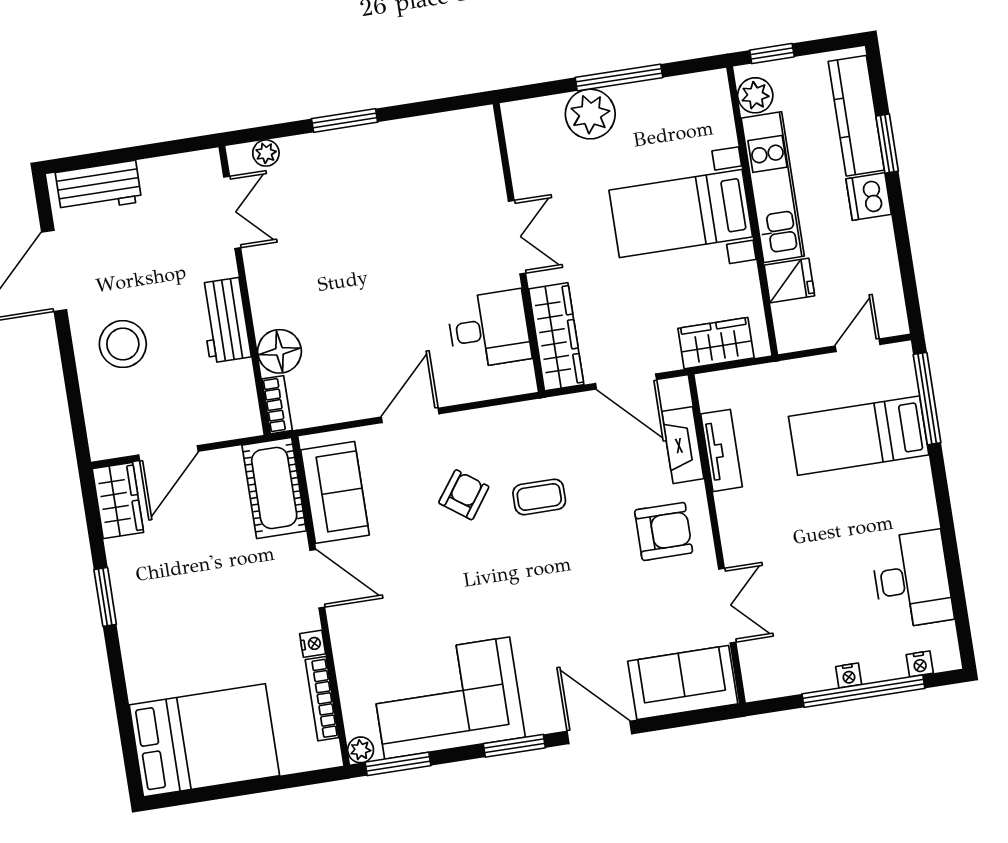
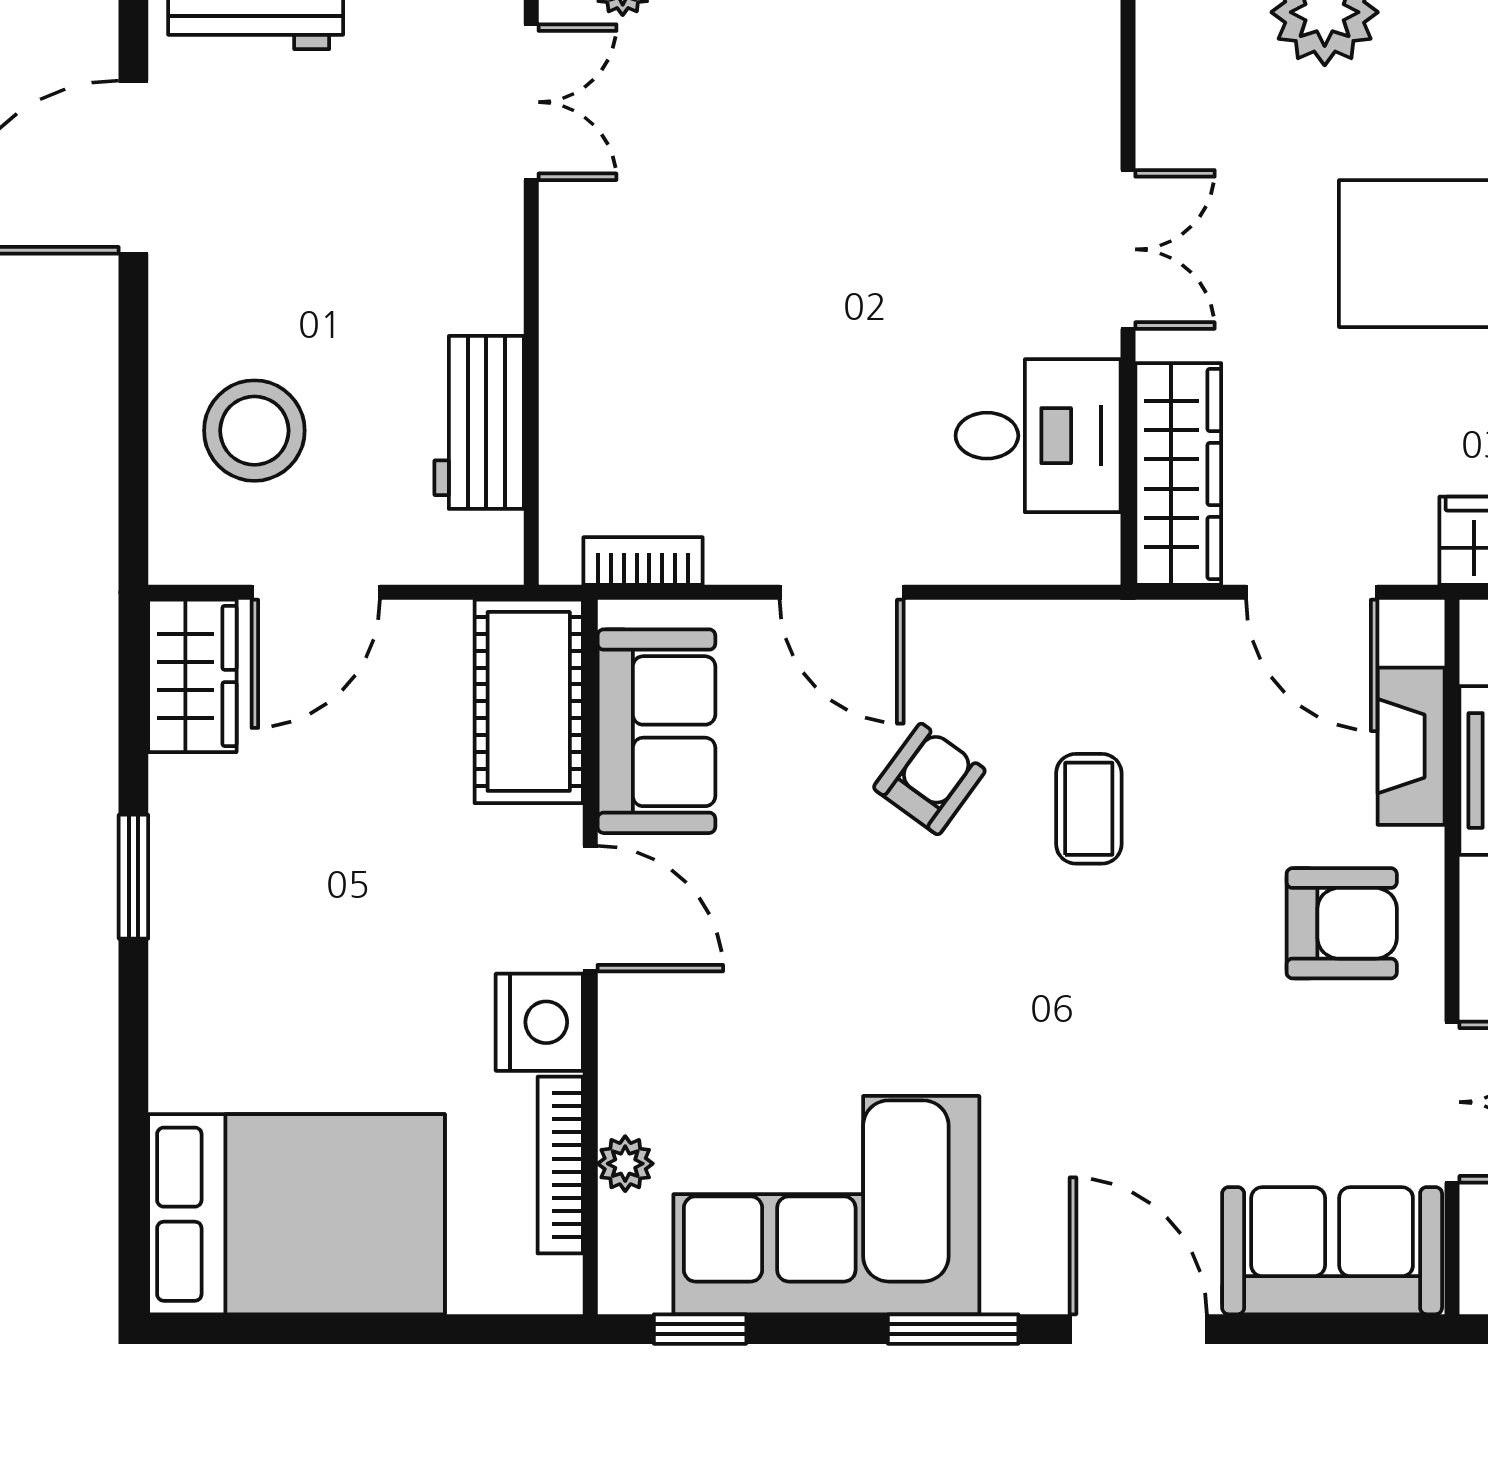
workbench: (225, 320) -> (479, 422), moved
stool: (123, 344) -> (254, 431), moved
floor lamp: (279, 351) -> (585, 413), removed
bookcase: (277, 405) -> (643, 561), moved, turned -90
door: (410, 415) -> (842, 592), swing flipped
coffee table: (539, 497) -> (1089, 809), turned 90
nightstand: (313, 644) -> (539, 1022), width x1.89, depth x1.79
plant: (361, 750) -> (625, 1164), moved
window: (398, 764) -> (700, 1329), width x0.67

